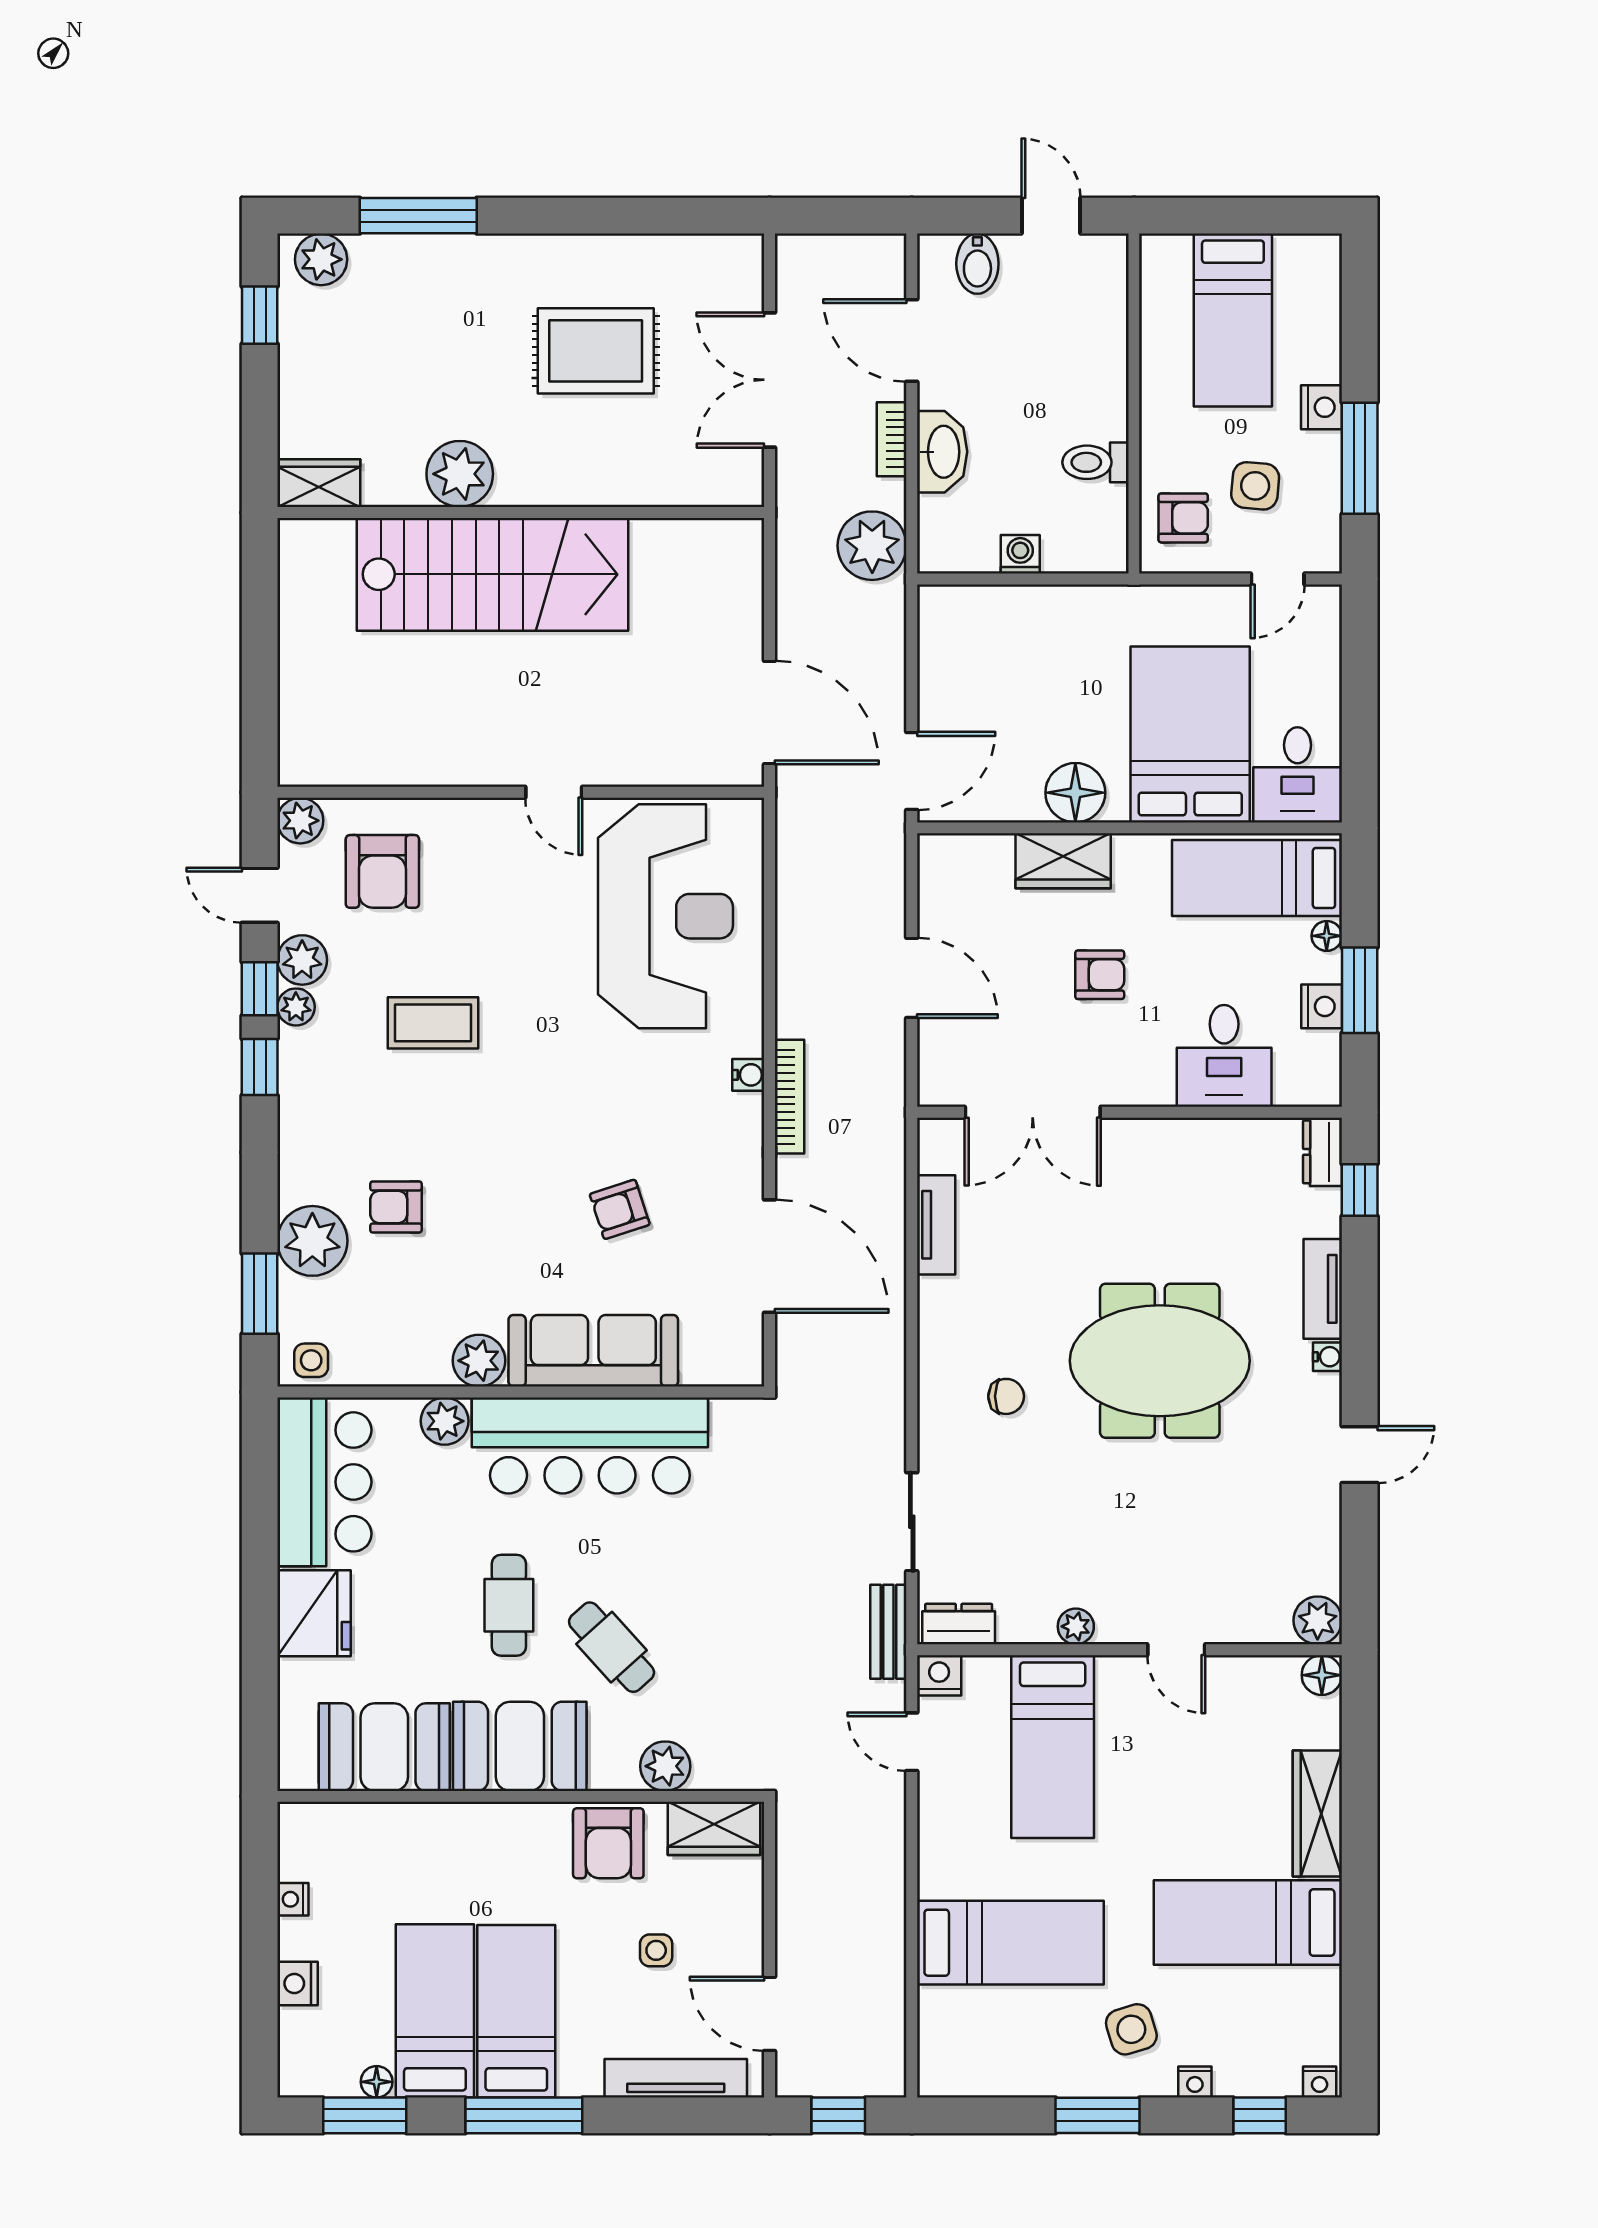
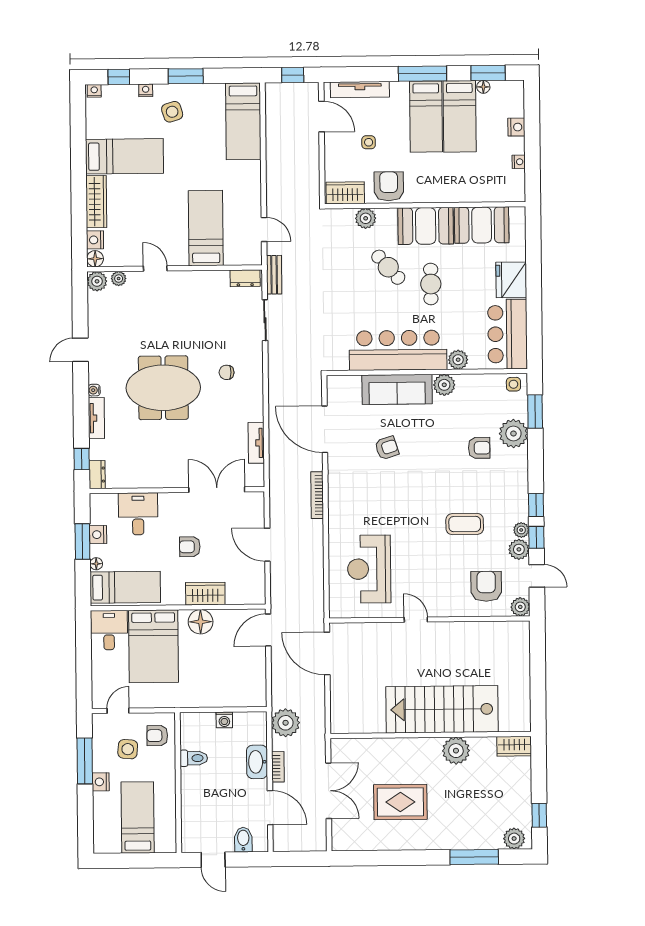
reception desk: (665, 916) -> (369, 569), width x0.74, depth x0.77
water cooler: (748, 1075) -> (334, 504), removed
plant: (1076, 1626) -> (119, 279), moved
nightstand: (939, 1675) -> (95, 240), moved, turned 90
bed: (1010, 1943) -> (243, 121), moved, turned -90

